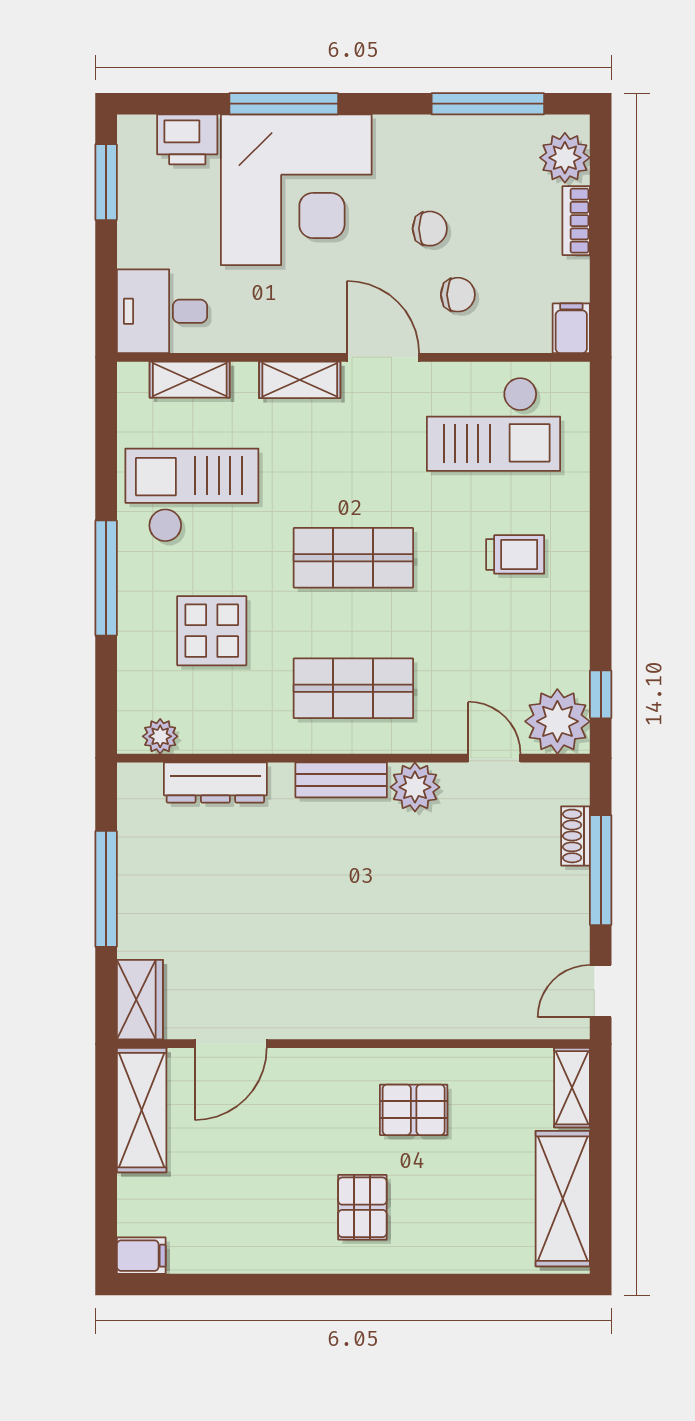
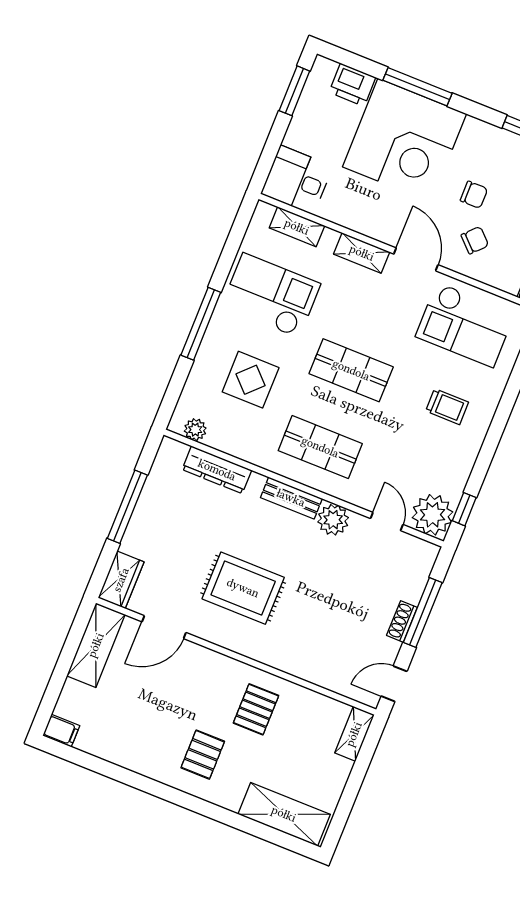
chair: (458, 295) -> (475, 240), turned -46
shoe rack: (576, 836) -> (402, 621), moved
rug: (323, 940) -> (243, 588), added
pallet: (414, 1110) -> (256, 709), turned 90
shelving: (563, 1199) -> (284, 814), moved, turned 90

